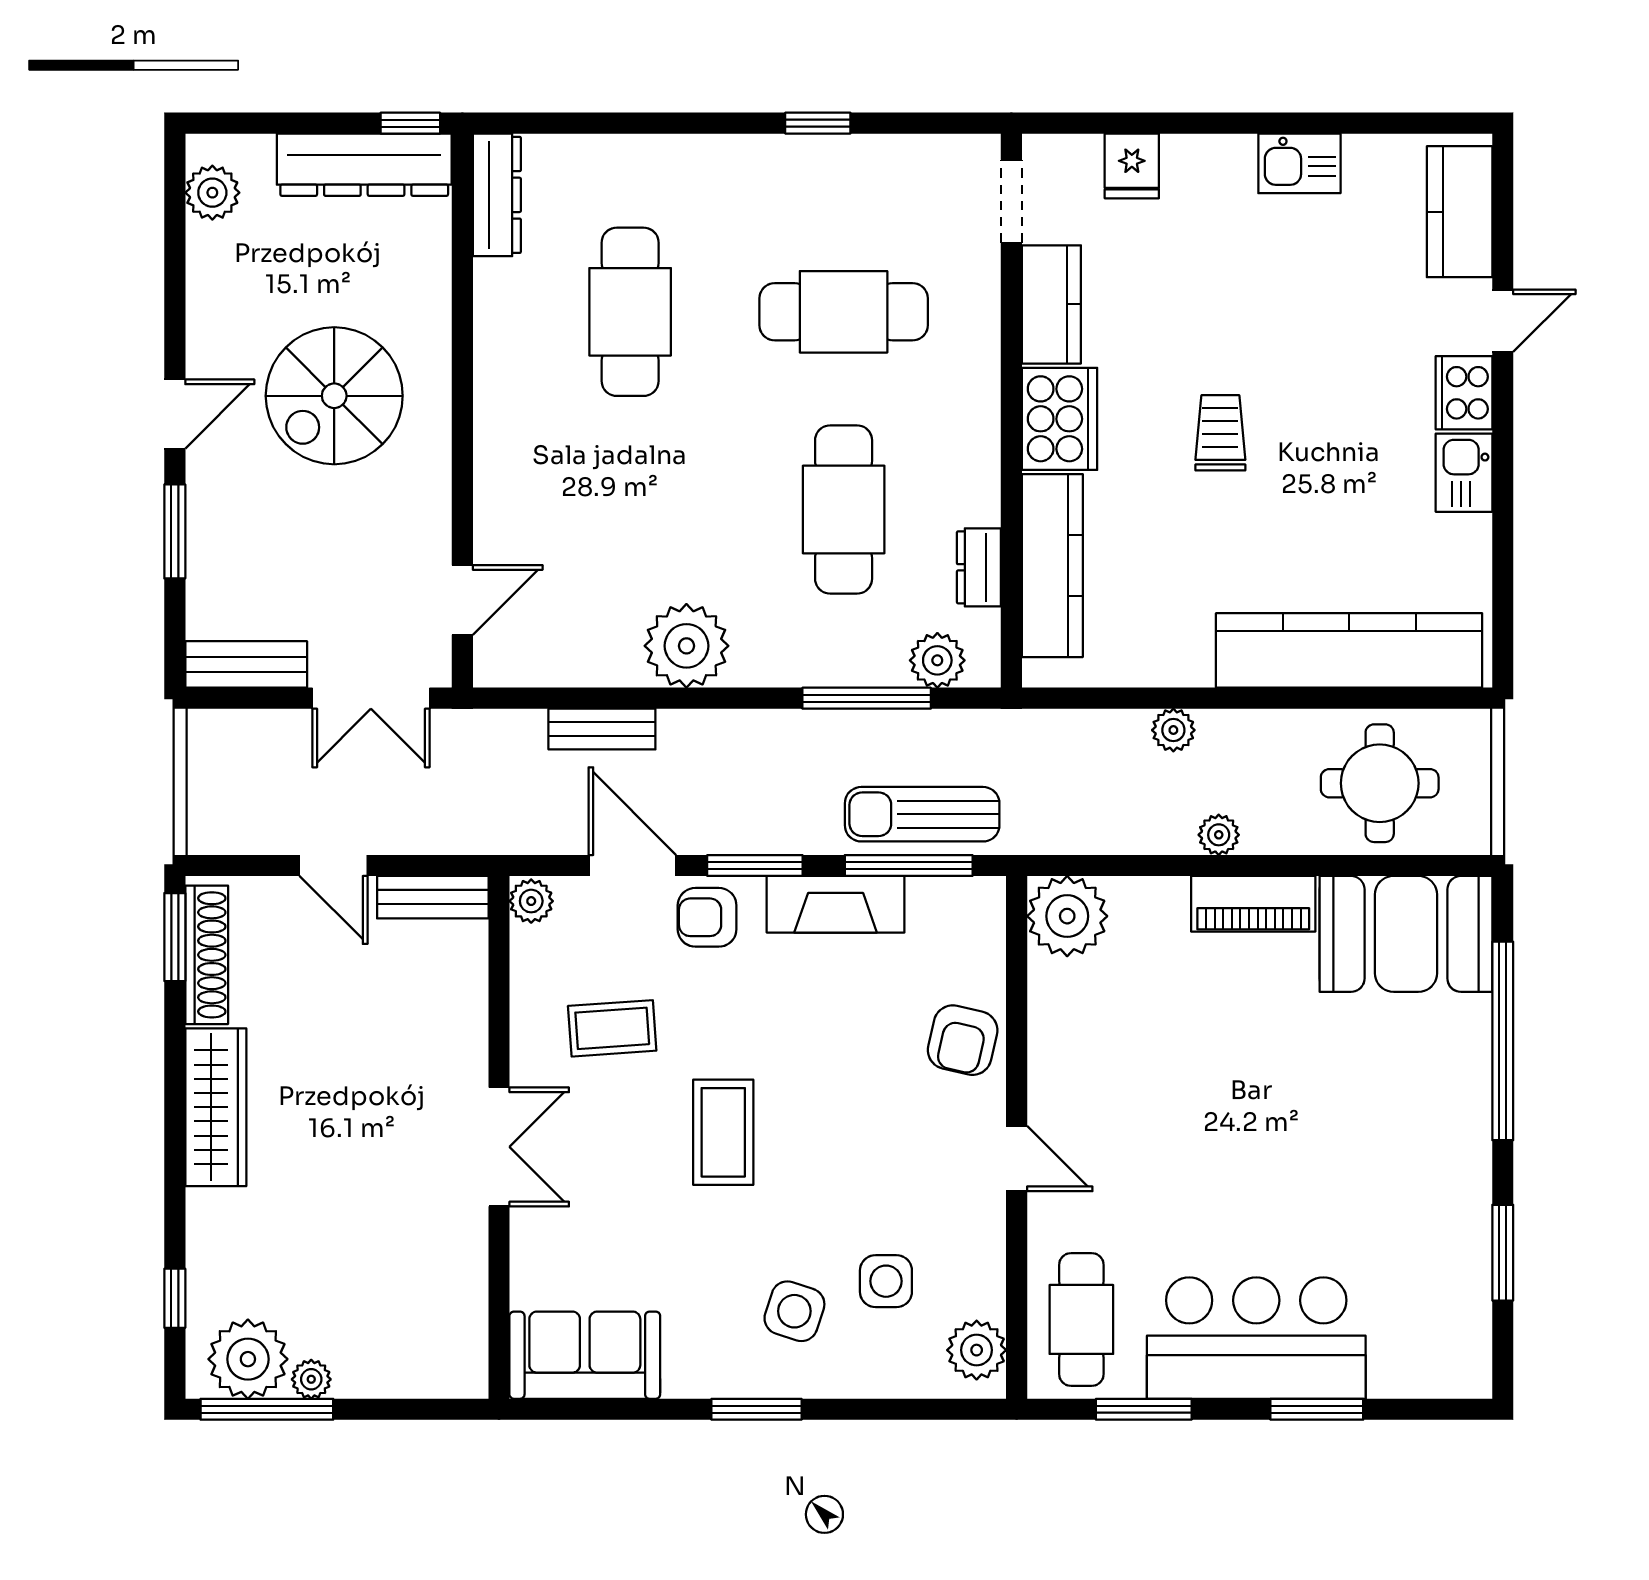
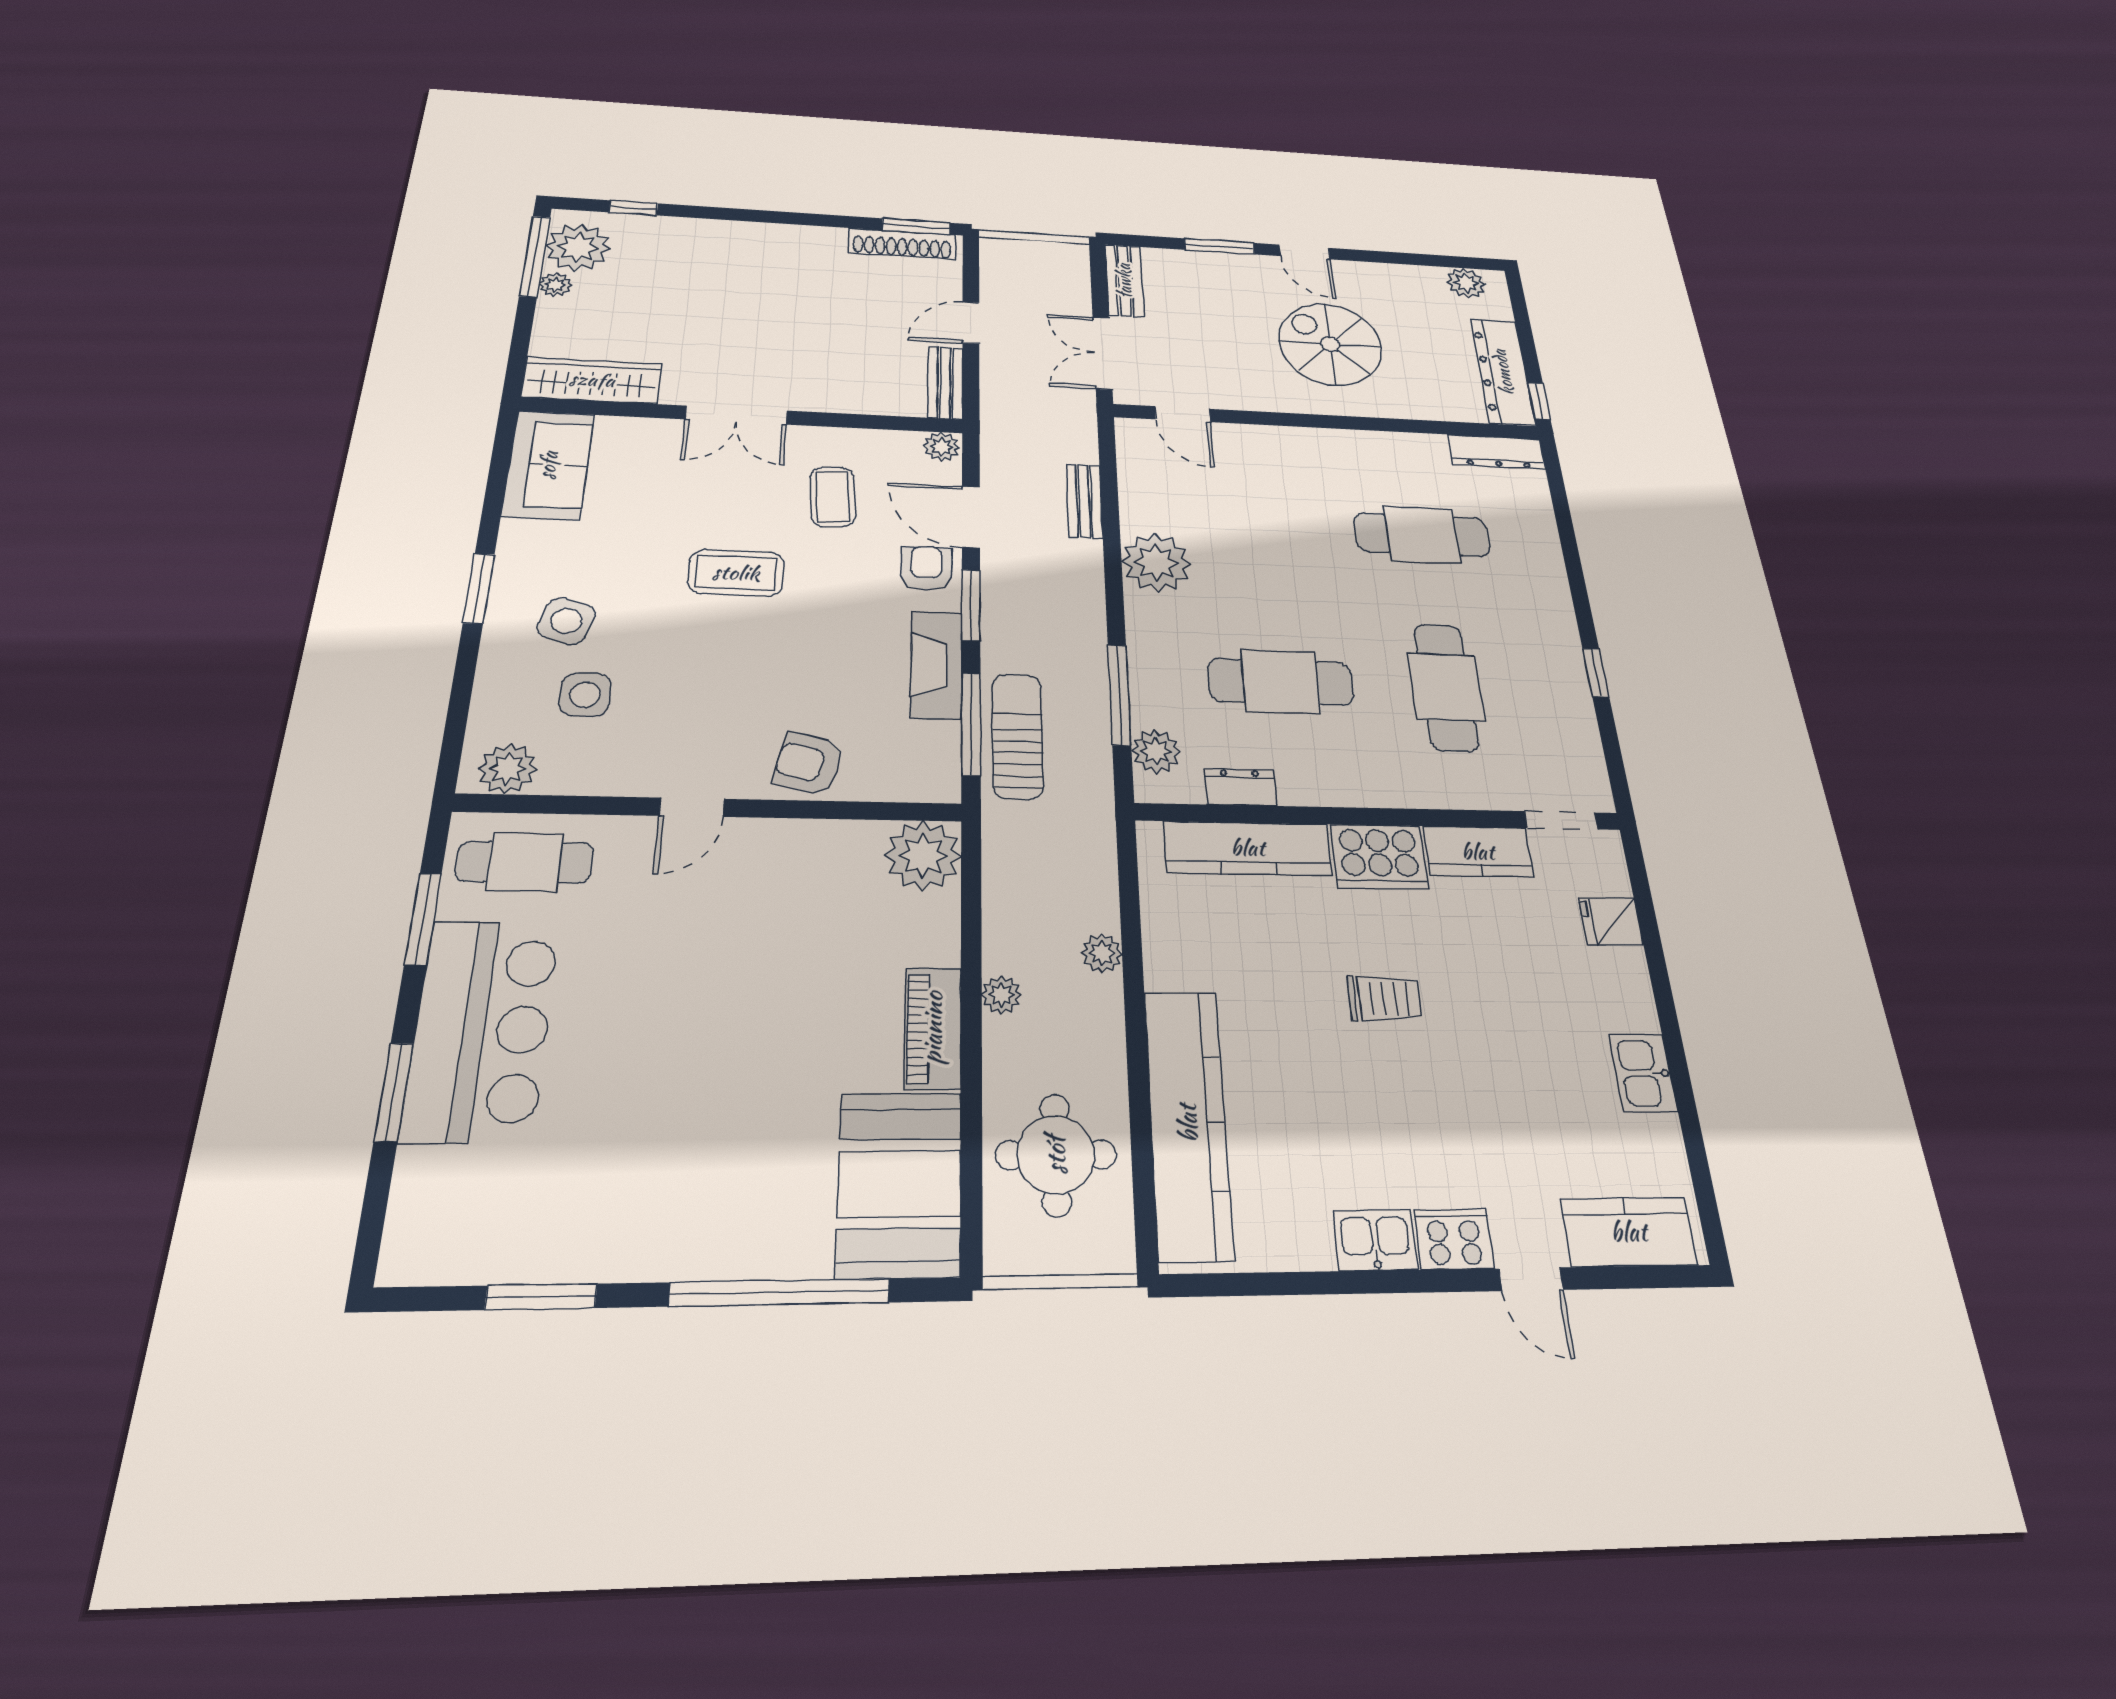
door: (632, 865) -> (971, 517), swing flipped
wardrobe: (216, 1107) -> (592, 380), moved, turned 180

